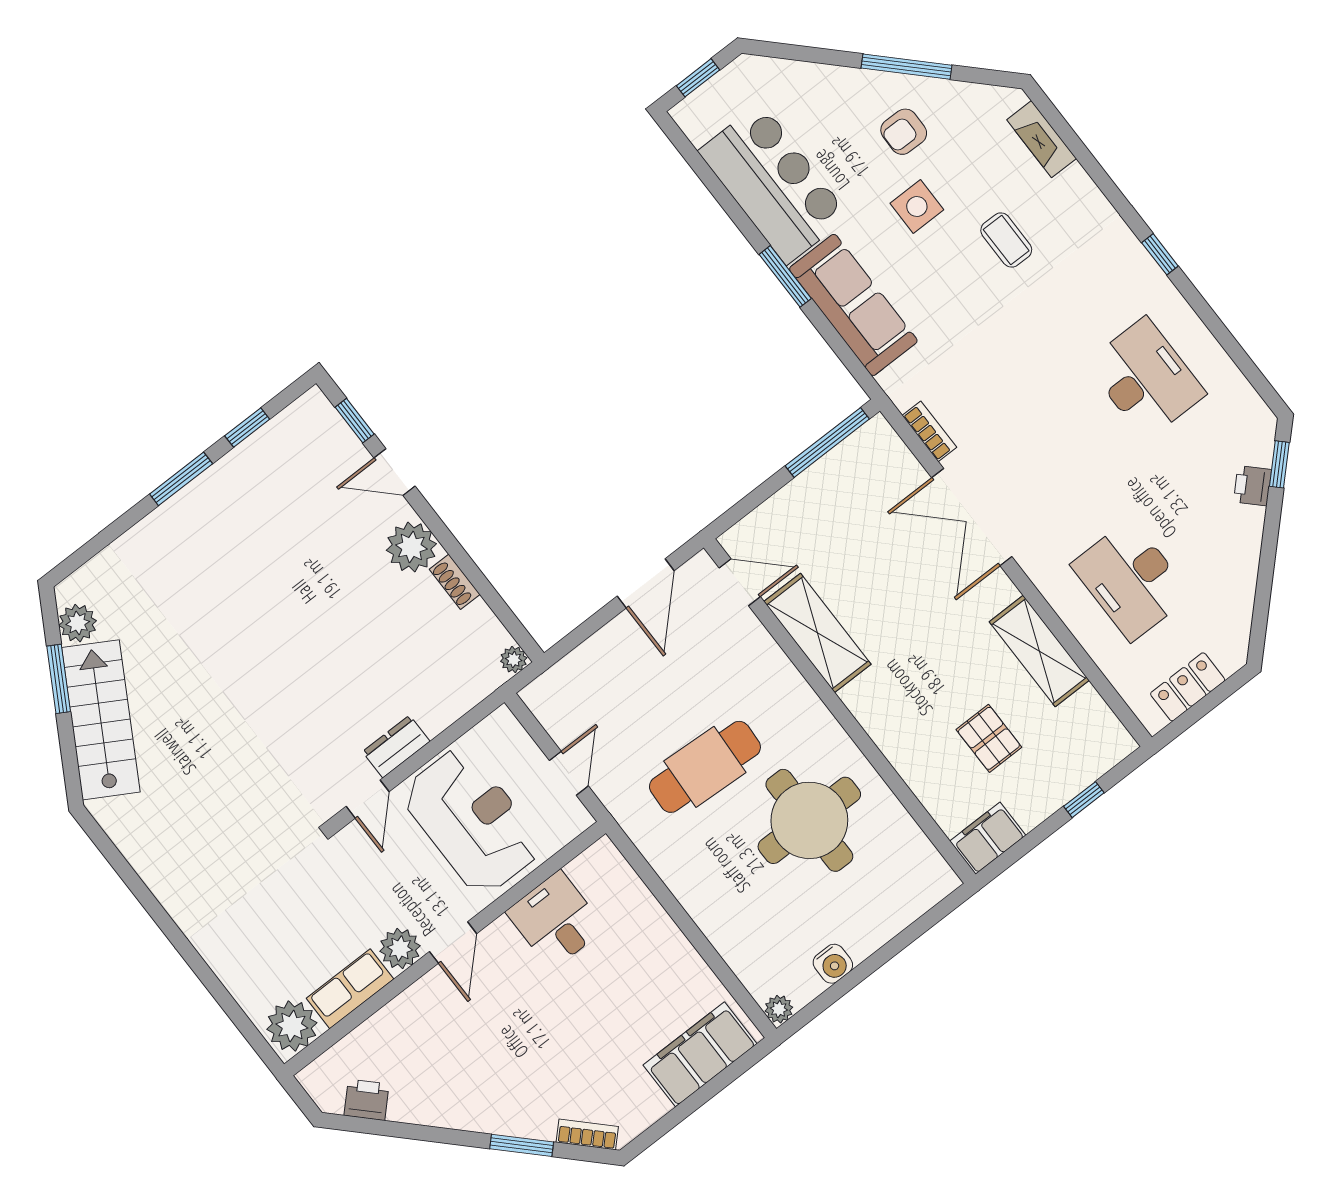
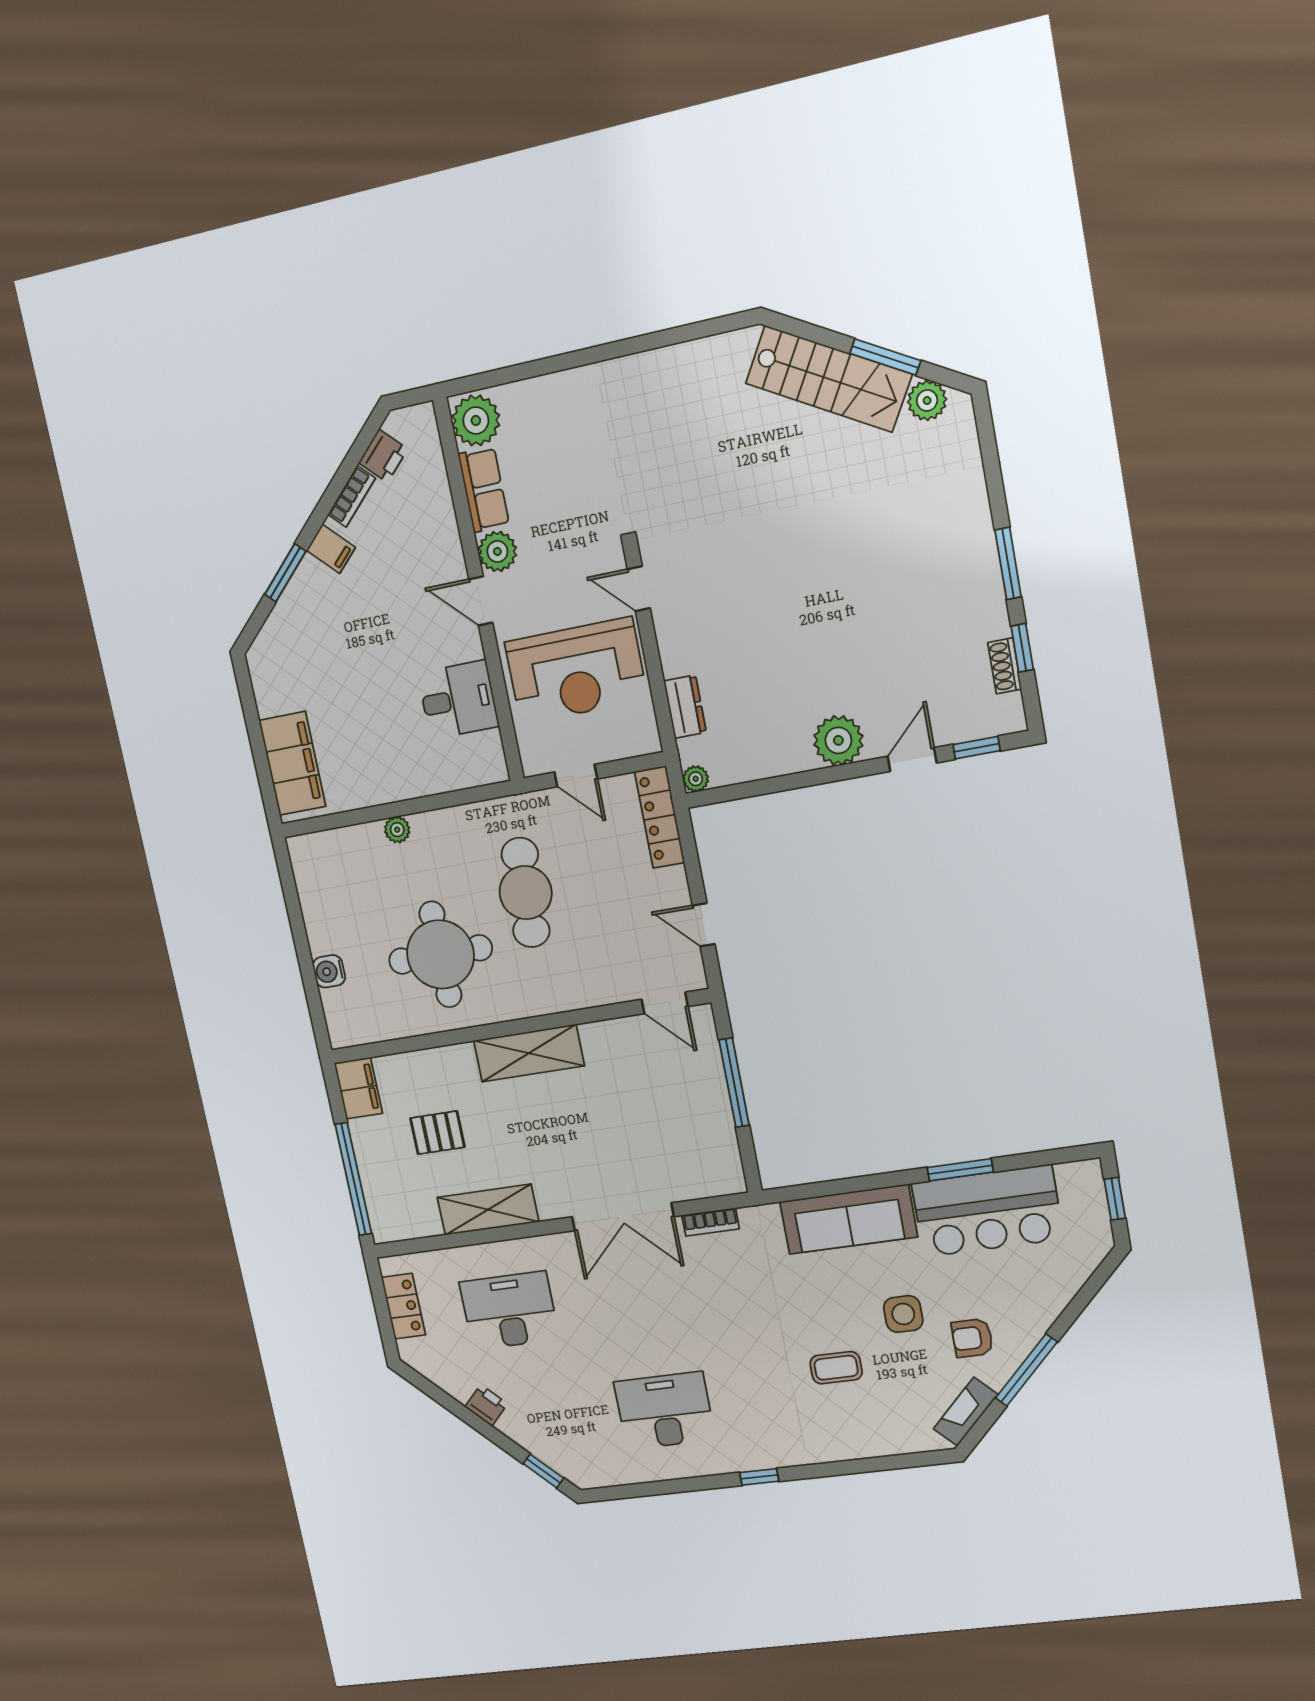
armchair: (904, 132) -> (972, 1338), turned -91
fireplace: (1042, 139) -> (966, 1412), moved, turned -45
window: (785, 276) -> (960, 1170), moved
desk: (1146, 379) -> (665, 1411), turned 180
window: (827, 442) -> (734, 1083), moved
printer: (1252, 486) -> (486, 1405), moved
double door: (972, 517) -> (623, 1217), swing flipped
shoe rack: (455, 582) -> (1005, 666), moved, turned -90
door: (740, 582) -> (665, 1003), hinge flipped
door: (646, 583) -> (704, 925), width x0.73
shelving: (817, 633) -> (529, 1053), moved
locker: (567, 675) -> (660, 817), added
dresser: (396, 746) -> (685, 707), moved
window: (1084, 800) -> (353, 1179), width x3.17
water cooler: (833, 964) -> (329, 971), moved
plant: (779, 1009) -> (397, 830), moved
filing cabinet: (477, 1111) -> (331, 549), added
bookcase: (587, 1134) -> (352, 496), moved

